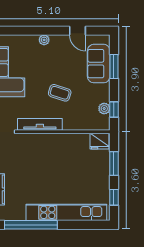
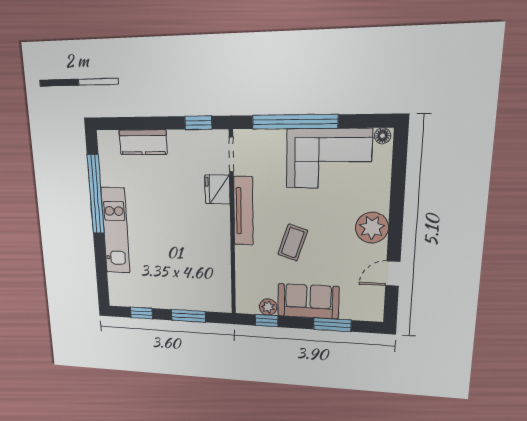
plant: (44, 40) -> (372, 228), width x1.88, depth x1.88
sofa: (99, 64) -> (308, 301), moved
fridge: (100, 141) -> (217, 189), moved
kitchen unit: (66, 212) -> (116, 231), width x0.73

